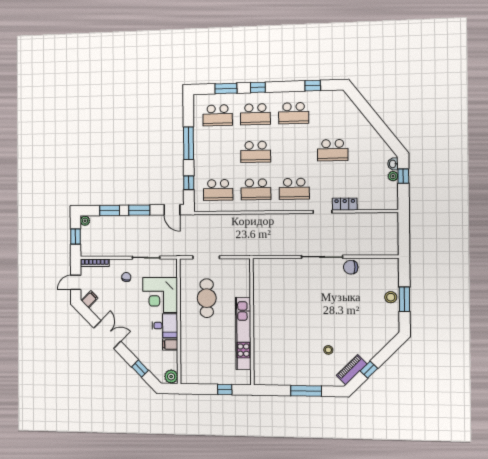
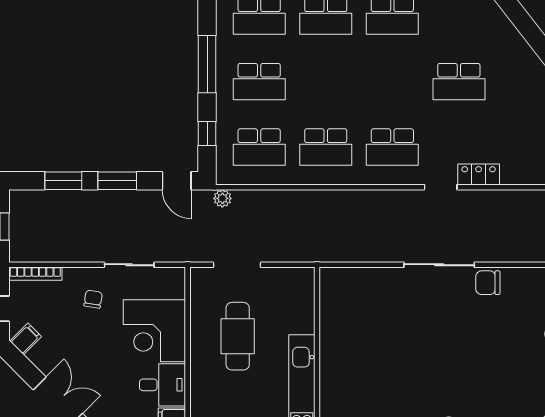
school desk: (256, 152) -> (259, 82), moved
plant: (85, 221) -> (222, 198), moved

